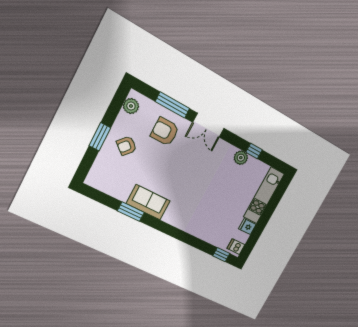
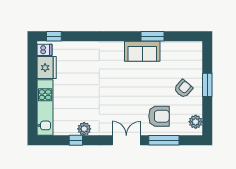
fridge: (247, 227) -> (47, 68), width x1.88, depth x1.34

